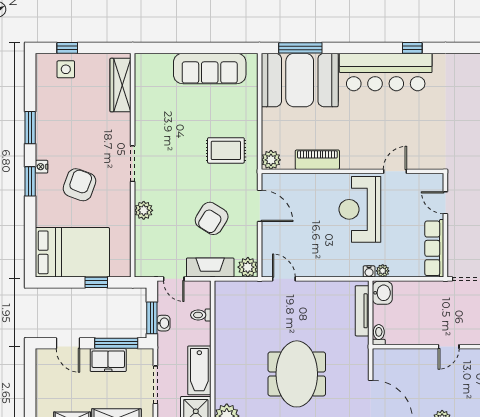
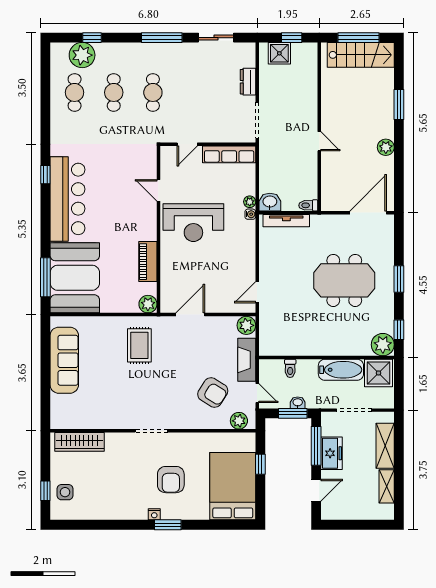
window: (30, 128) -> (118, 525), removed
armchair: (79, 185) -> (171, 480), turned -110
plant: (144, 210) -> (239, 421), moved
armchair: (212, 218) -> (213, 392), moved
door: (174, 279) -> (257, 393), hinge flipped

